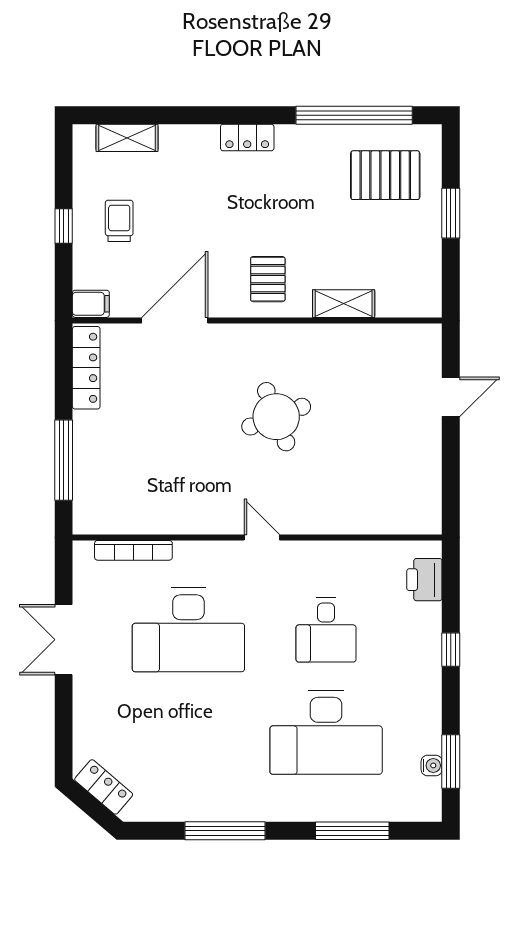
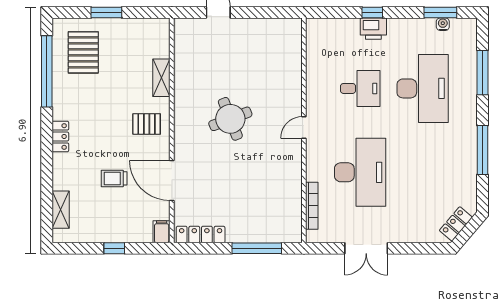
trolley: (119, 221) -> (114, 178), moved
printer: (424, 580) -> (373, 29), moved

